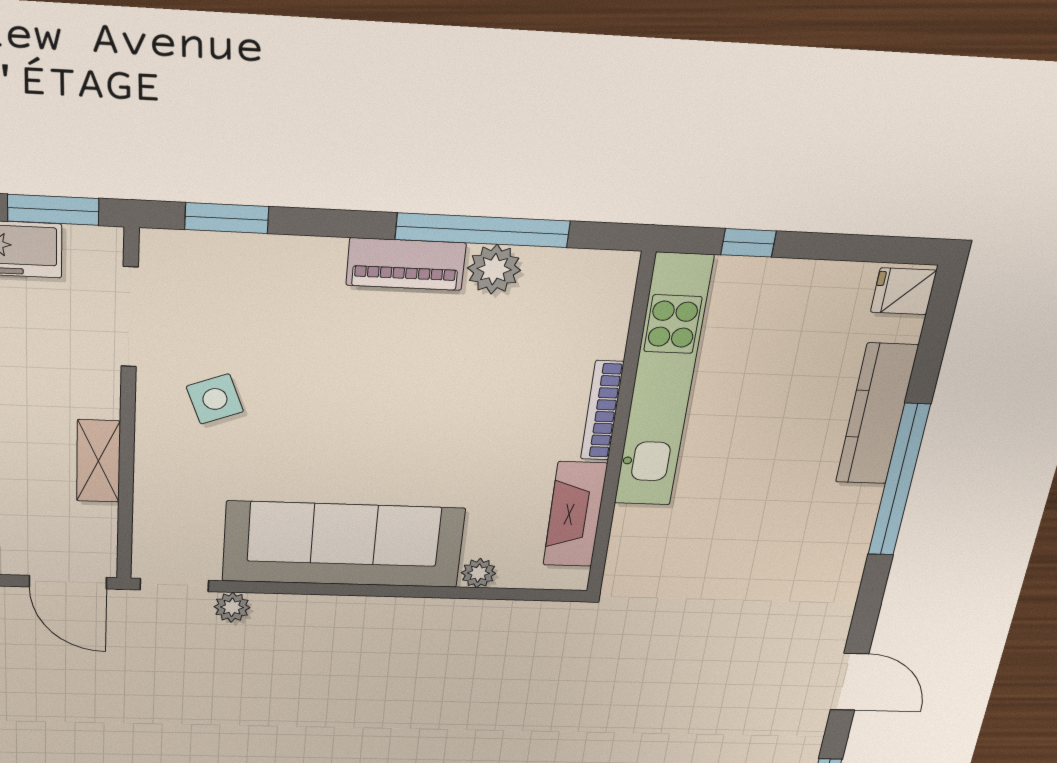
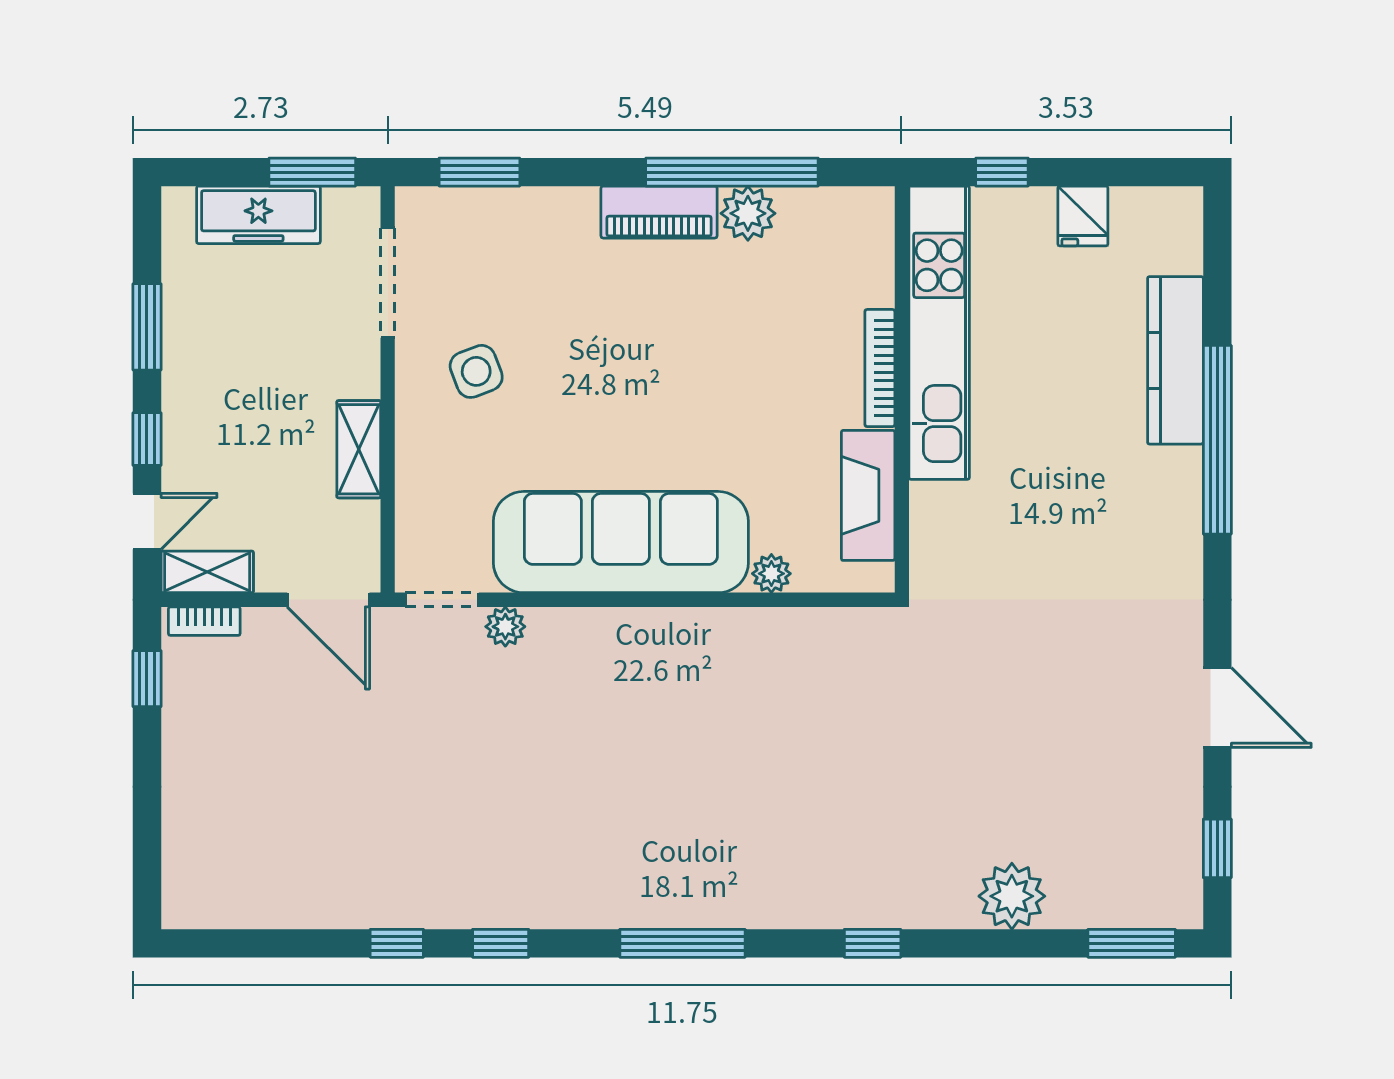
fridge: (904, 291) -> (1083, 216), moved, turned -90

